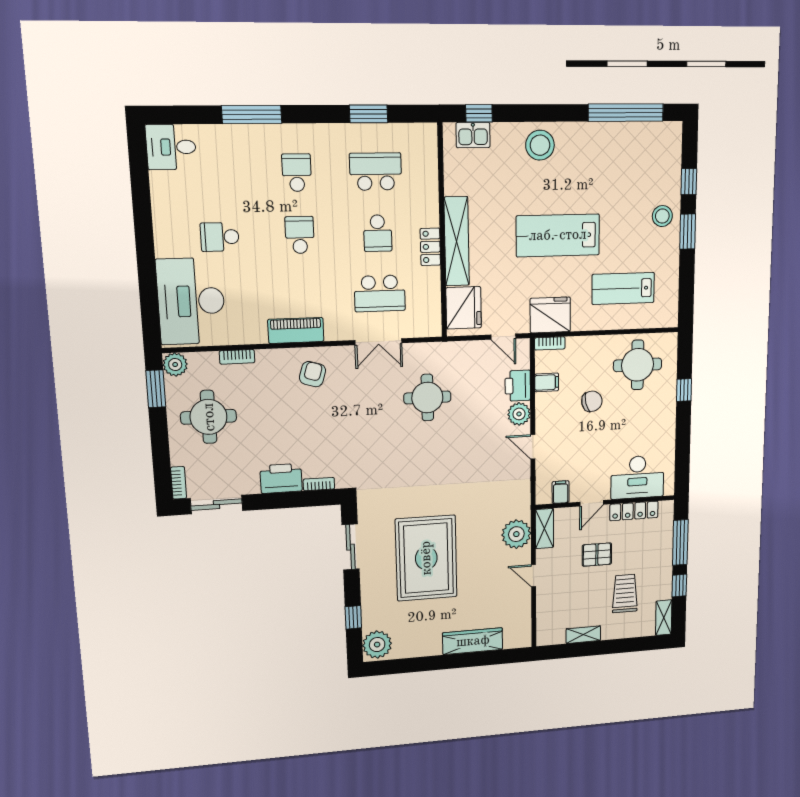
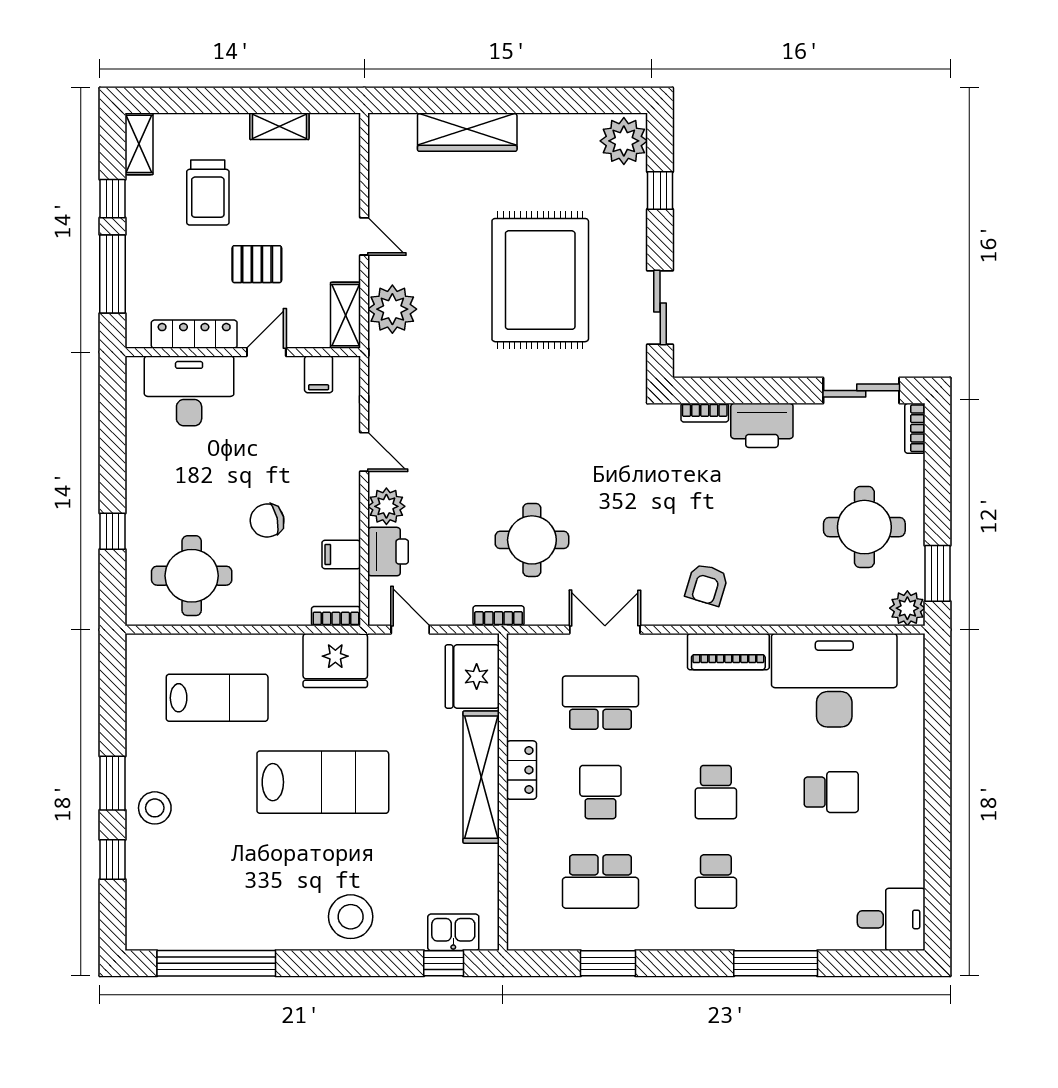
desk: (191, 301) -> (834, 680), moved, turned -90
bookcase: (237, 357) -> (499, 616), moved

